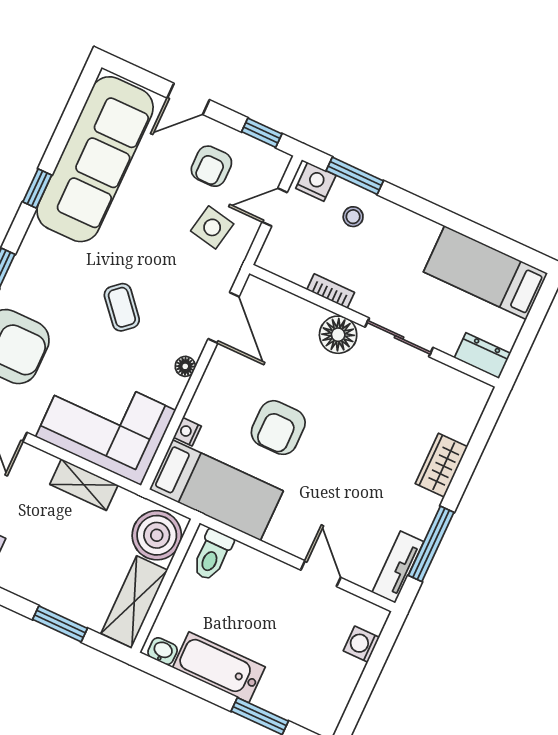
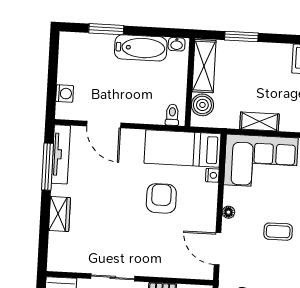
coffee table: (122, 307) -> (278, 232), turned -49
floor lamp: (338, 335) -> (148, 265), removed
boiler: (157, 535) -> (202, 105), width x0.73, depth x0.73
toilet: (212, 555) -> (172, 115), width x0.73, depth x0.72
tv unit: (398, 567) -> (61, 154), width x1.41
door: (321, 574) -> (104, 125), width x1.38

